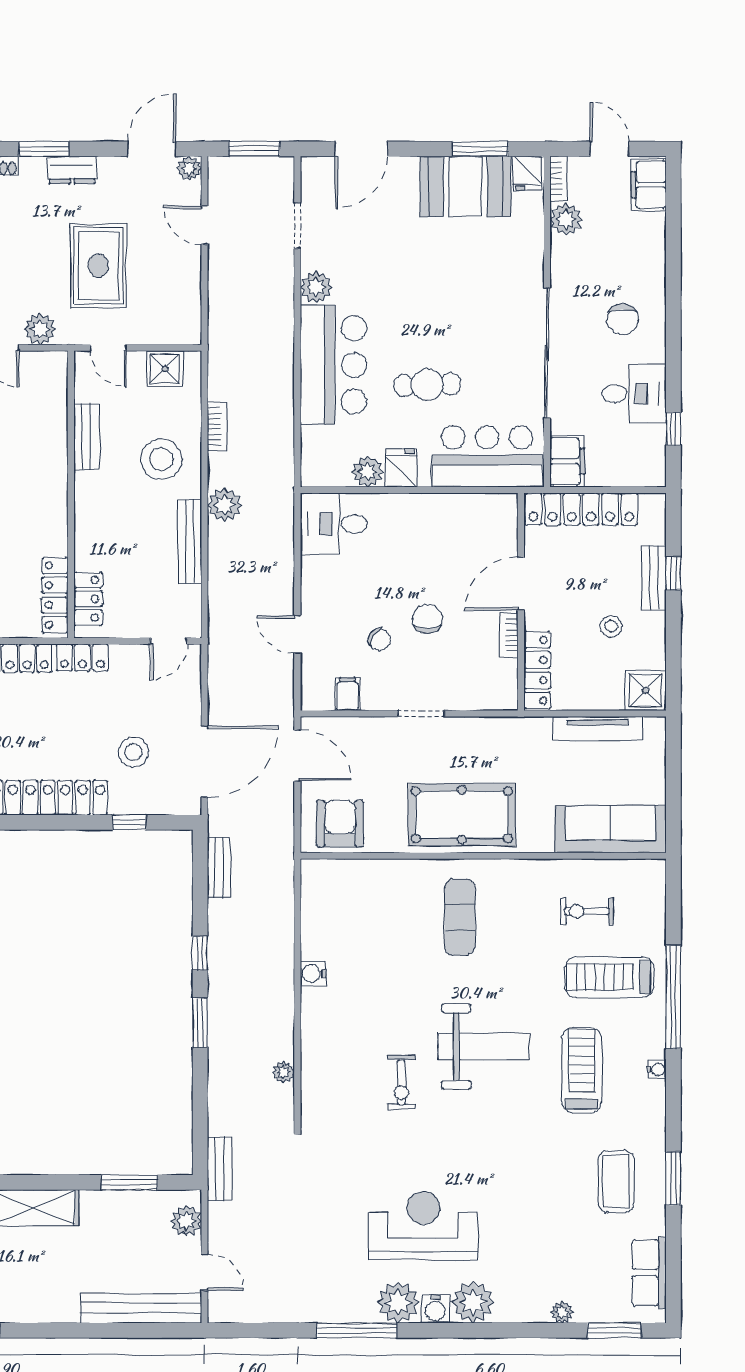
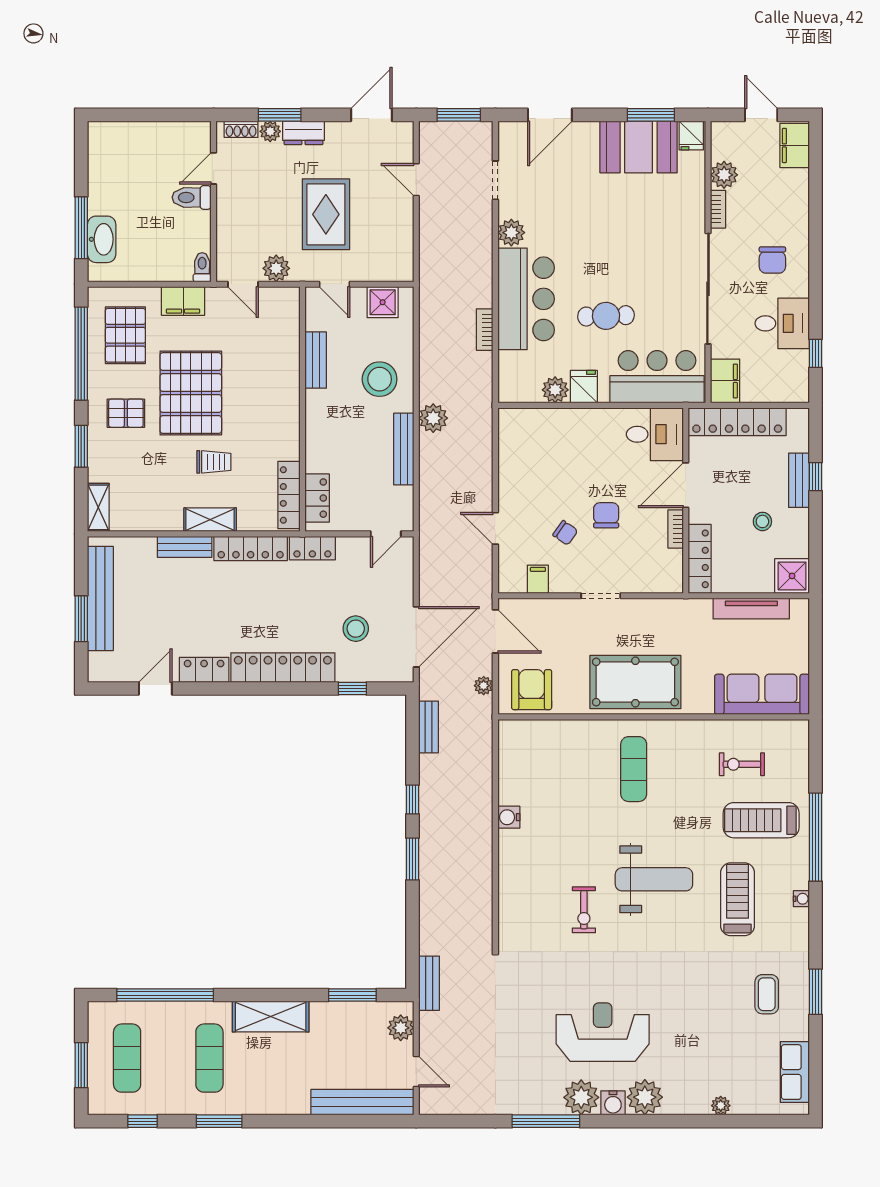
plant: (189, 168) -> (270, 131), moved
bookcase: (559, 179) -> (718, 209), moved
bookcase: (217, 427) -> (485, 330), moved, turned 180
desk: (334, 524) -> (655, 434), moved, turned 180
plant: (283, 1072) -> (484, 686), moved
coffee table: (616, 1181) -> (767, 994), width x0.73, depth x0.77
window: (614, 1330) -> (765, 1121), removed

